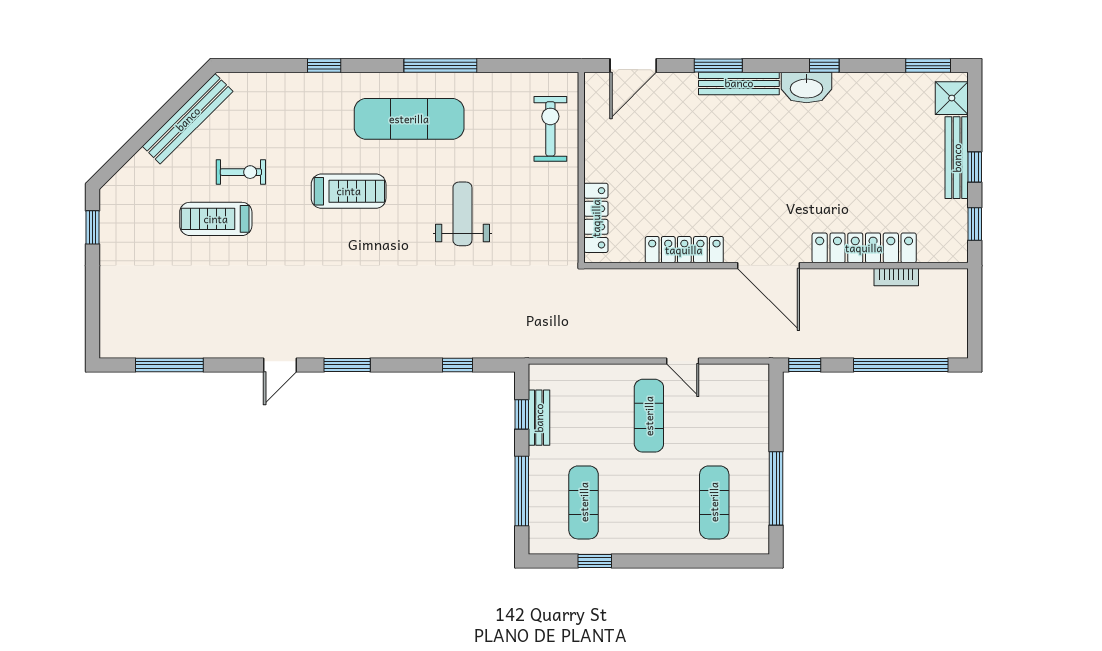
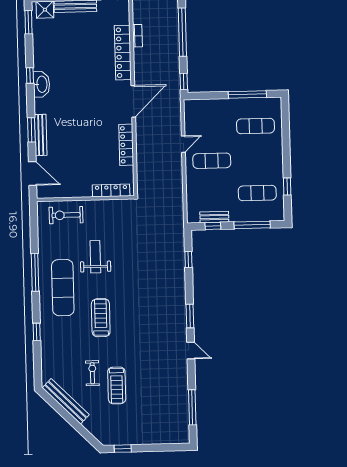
bench: (739, 83) -> (41, 135), moved
weight bench: (462, 214) -> (95, 257), moved, turned 90

